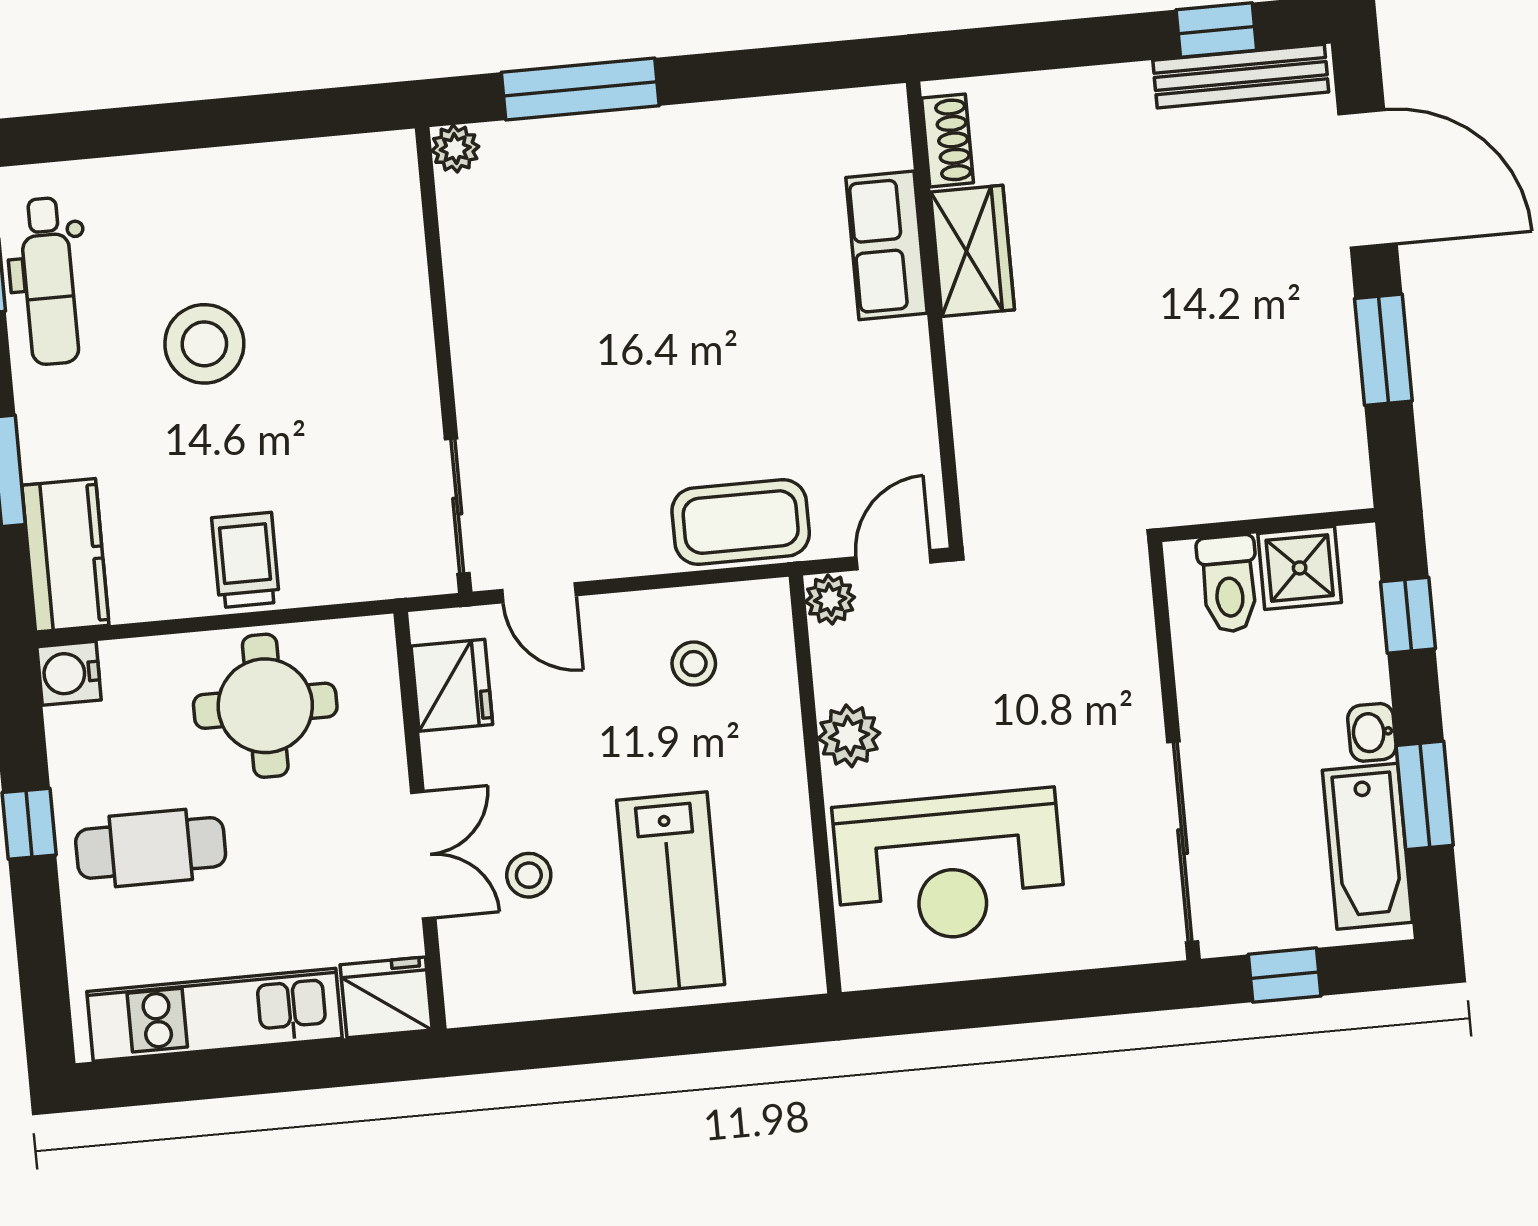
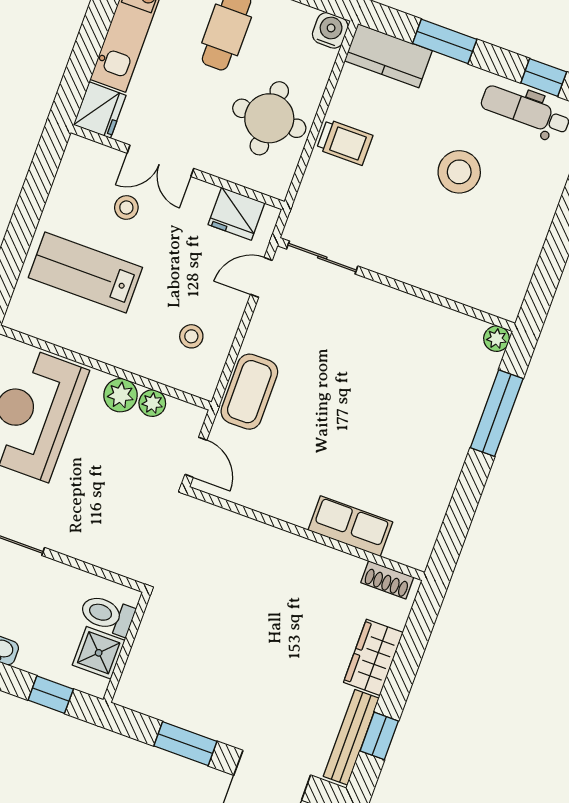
wardrobe: (972, 251) -> (373, 657), moved, turned 90
plant: (830, 599) -> (152, 403), moved

